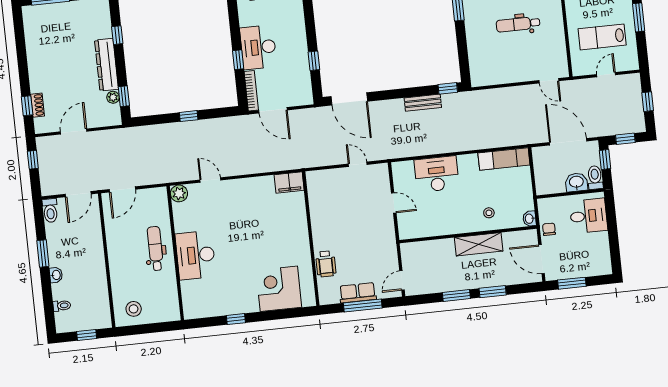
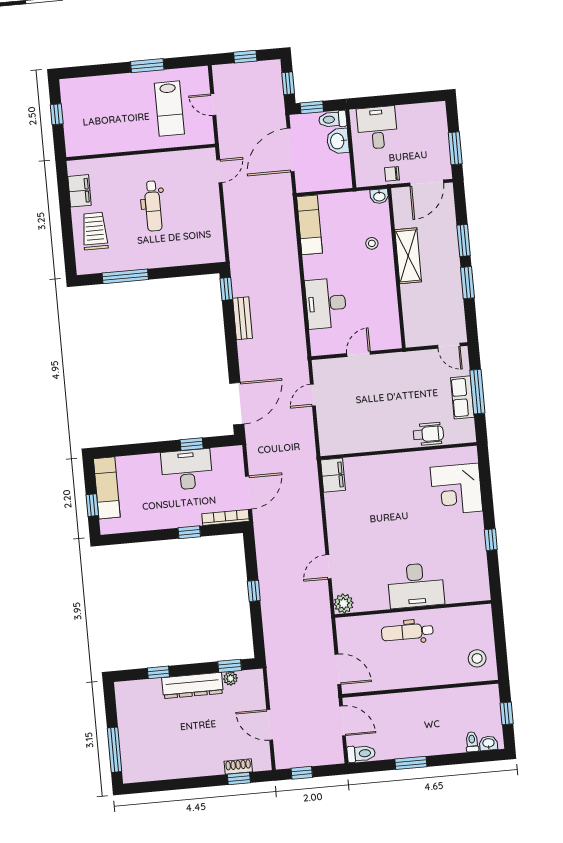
desk: (258, 47) -> (187, 470), moved, turned 180
washbasin: (56, 275) -> (488, 743), moved

